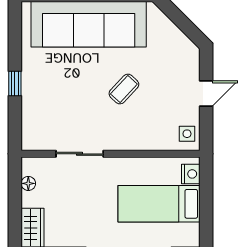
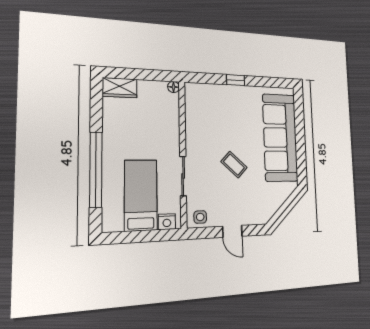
sliding door: (80, 154) -> (183, 176), moved
floor lamp: (28, 183) -> (174, 87), moved

